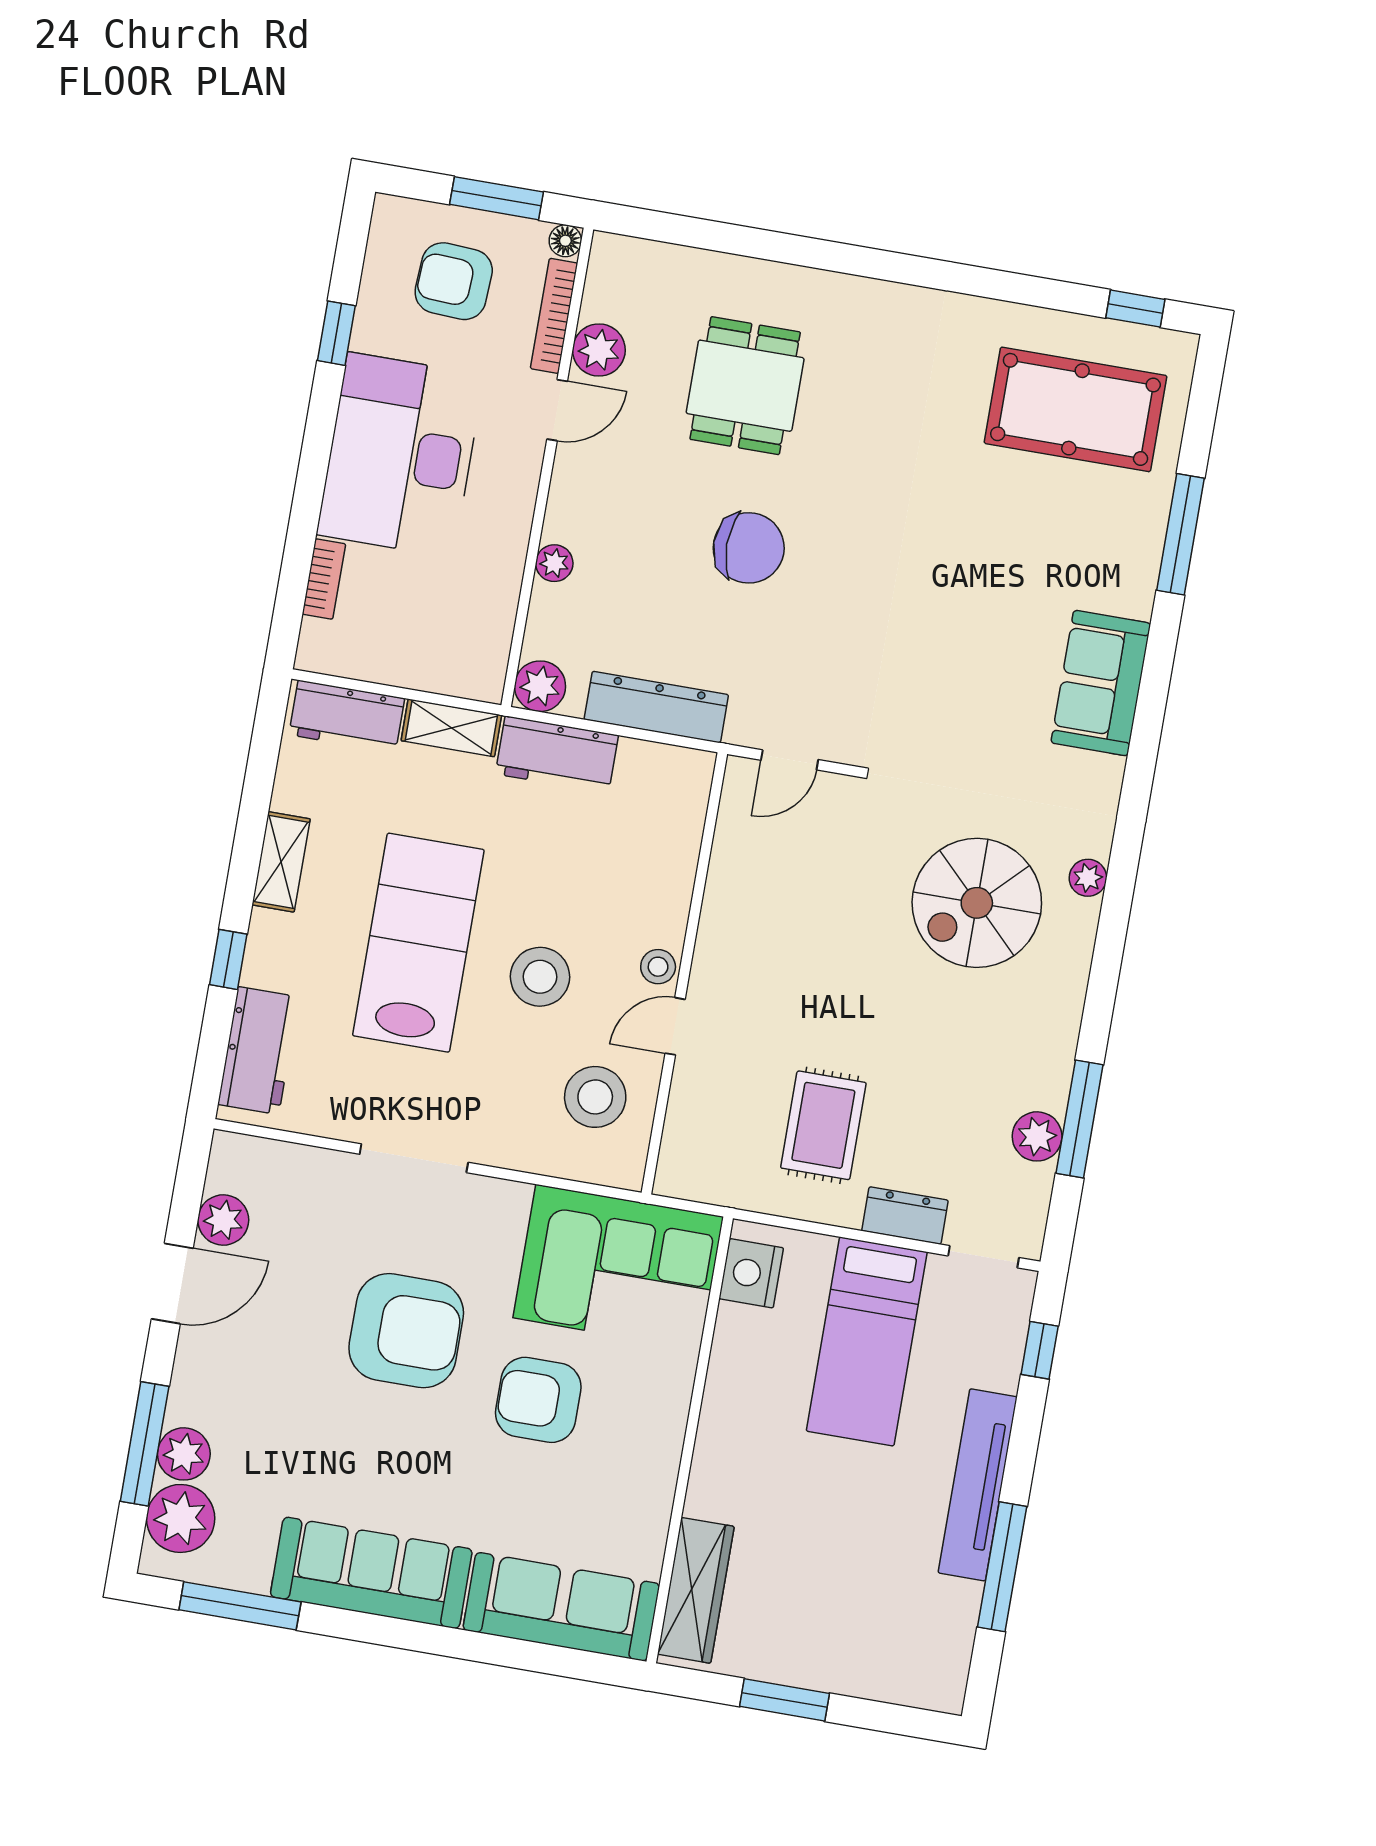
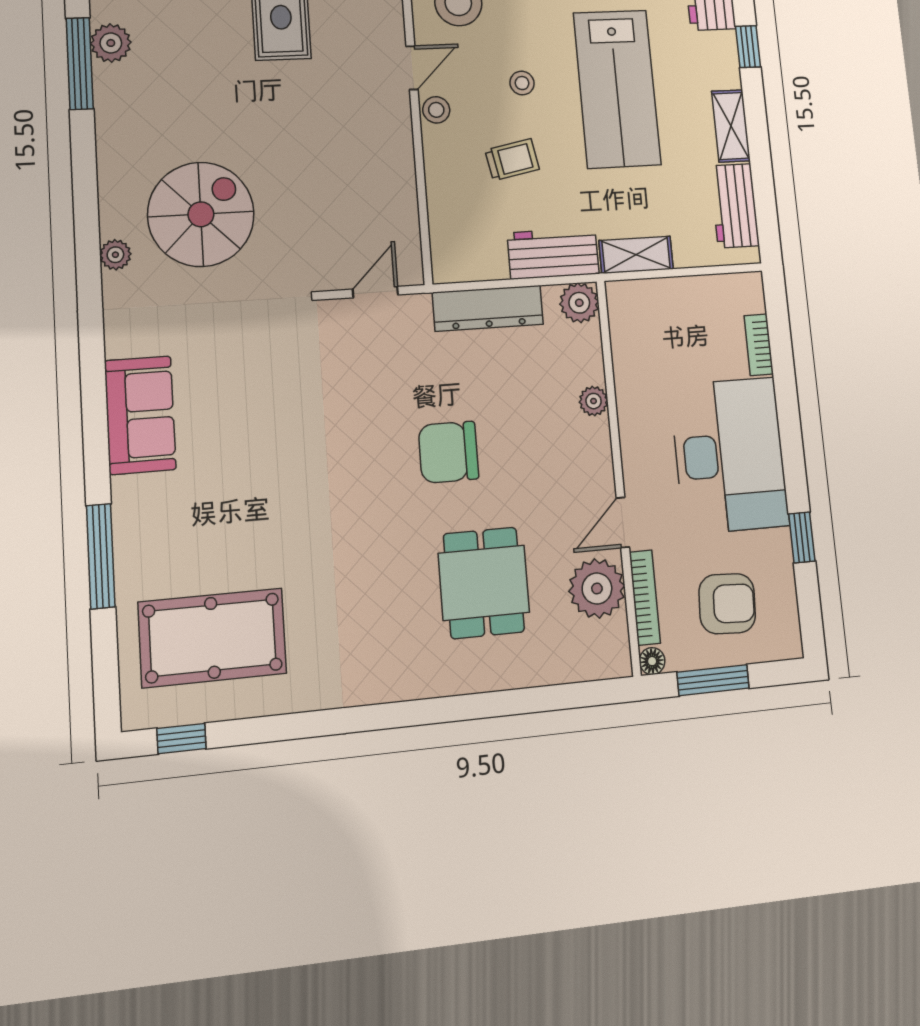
plant: (599, 350) -> (597, 588), width x1.36, depth x1.36
workbench: (347, 716) -> (735, 206), moved, turned -90
trolley: (578, 883) -> (512, 160), added
stool: (540, 977) -> (522, 83), width x0.53, depth x0.53

